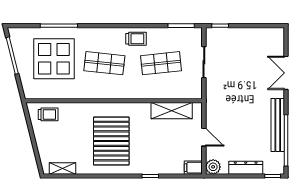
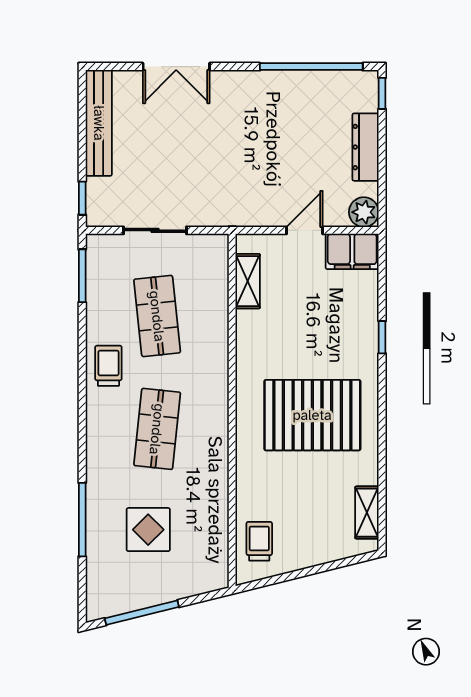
display table: (54, 59) -> (148, 530), width x0.54, depth x0.54
shelving: (172, 111) -> (248, 281), width x0.67, depth x0.75
bench: (278, 125) -> (99, 123), moved, turned 90
filing cabinet: (193, 168) -> (352, 251), width x2.00

